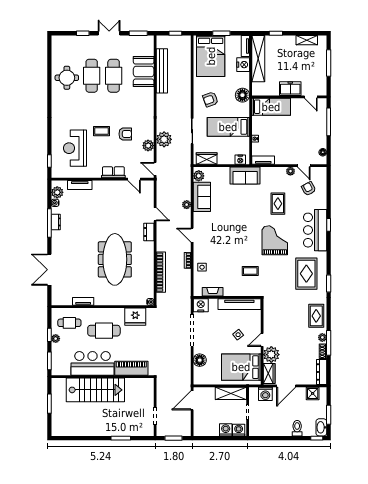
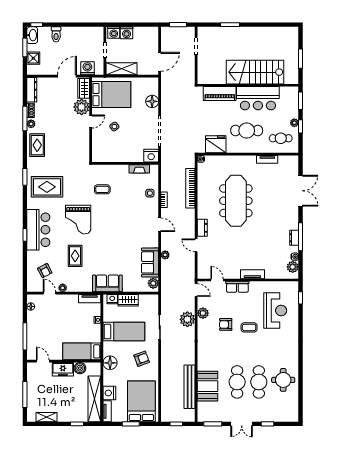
boiler: (273, 90) -> (80, 368), added
wardrobe: (207, 159) -> (128, 300), moved
tv unit: (80, 185) -> (252, 274), moved
rug: (306, 274) -> (47, 187), turned 90
tv unit: (239, 304) -> (113, 157), removed
shower: (313, 393) -> (33, 58), moved

